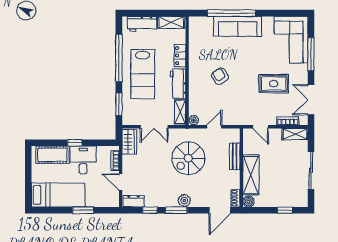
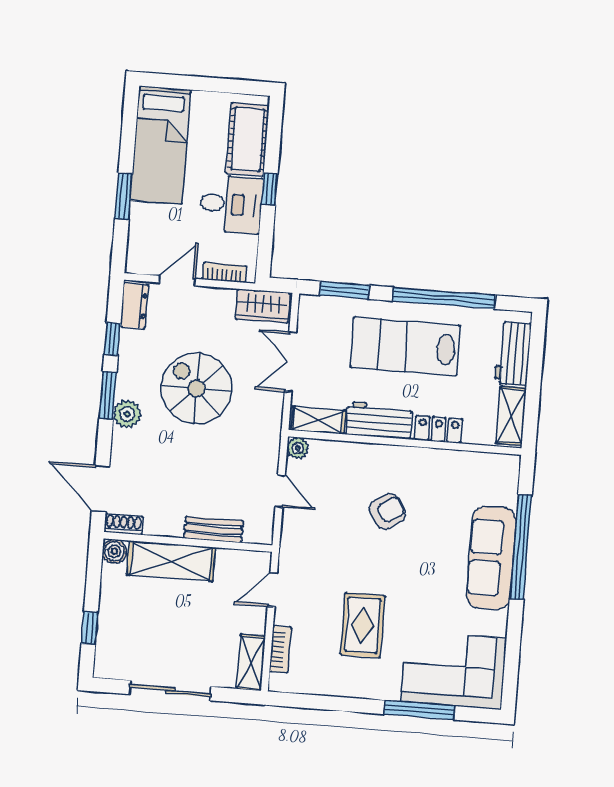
double door: (311, 100) -> (322, 702), removed
spiral stairs: (188, 158) -> (197, 388), moved

